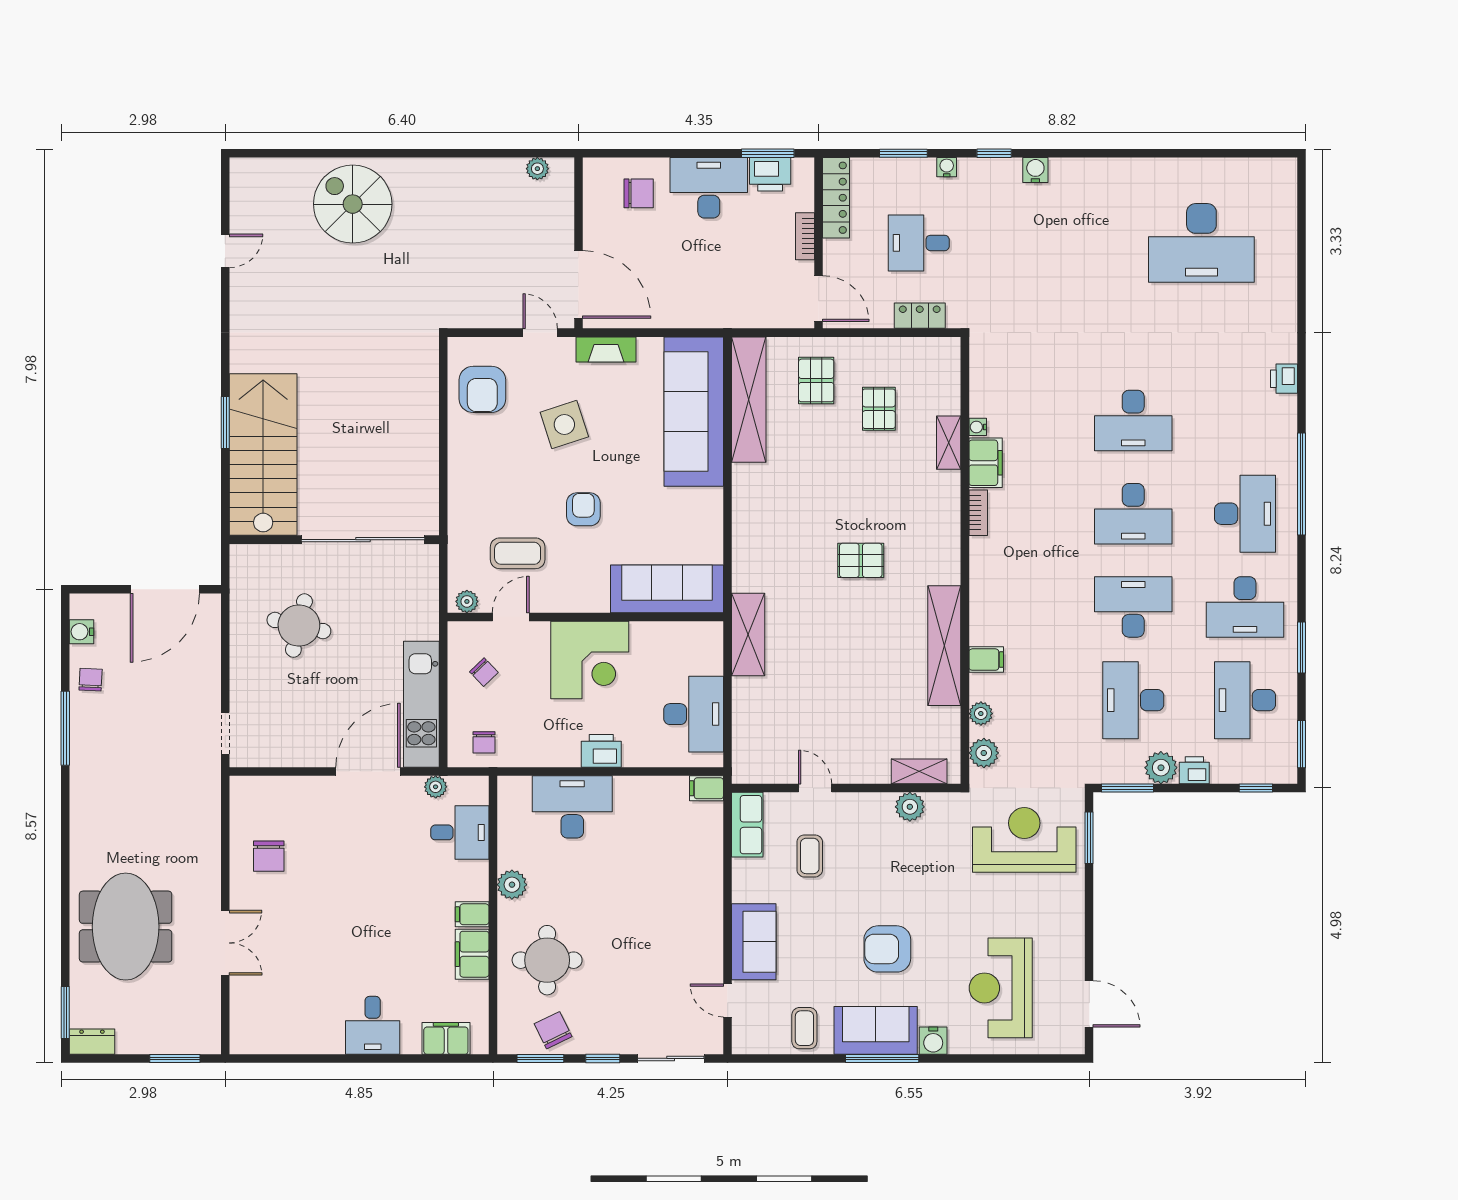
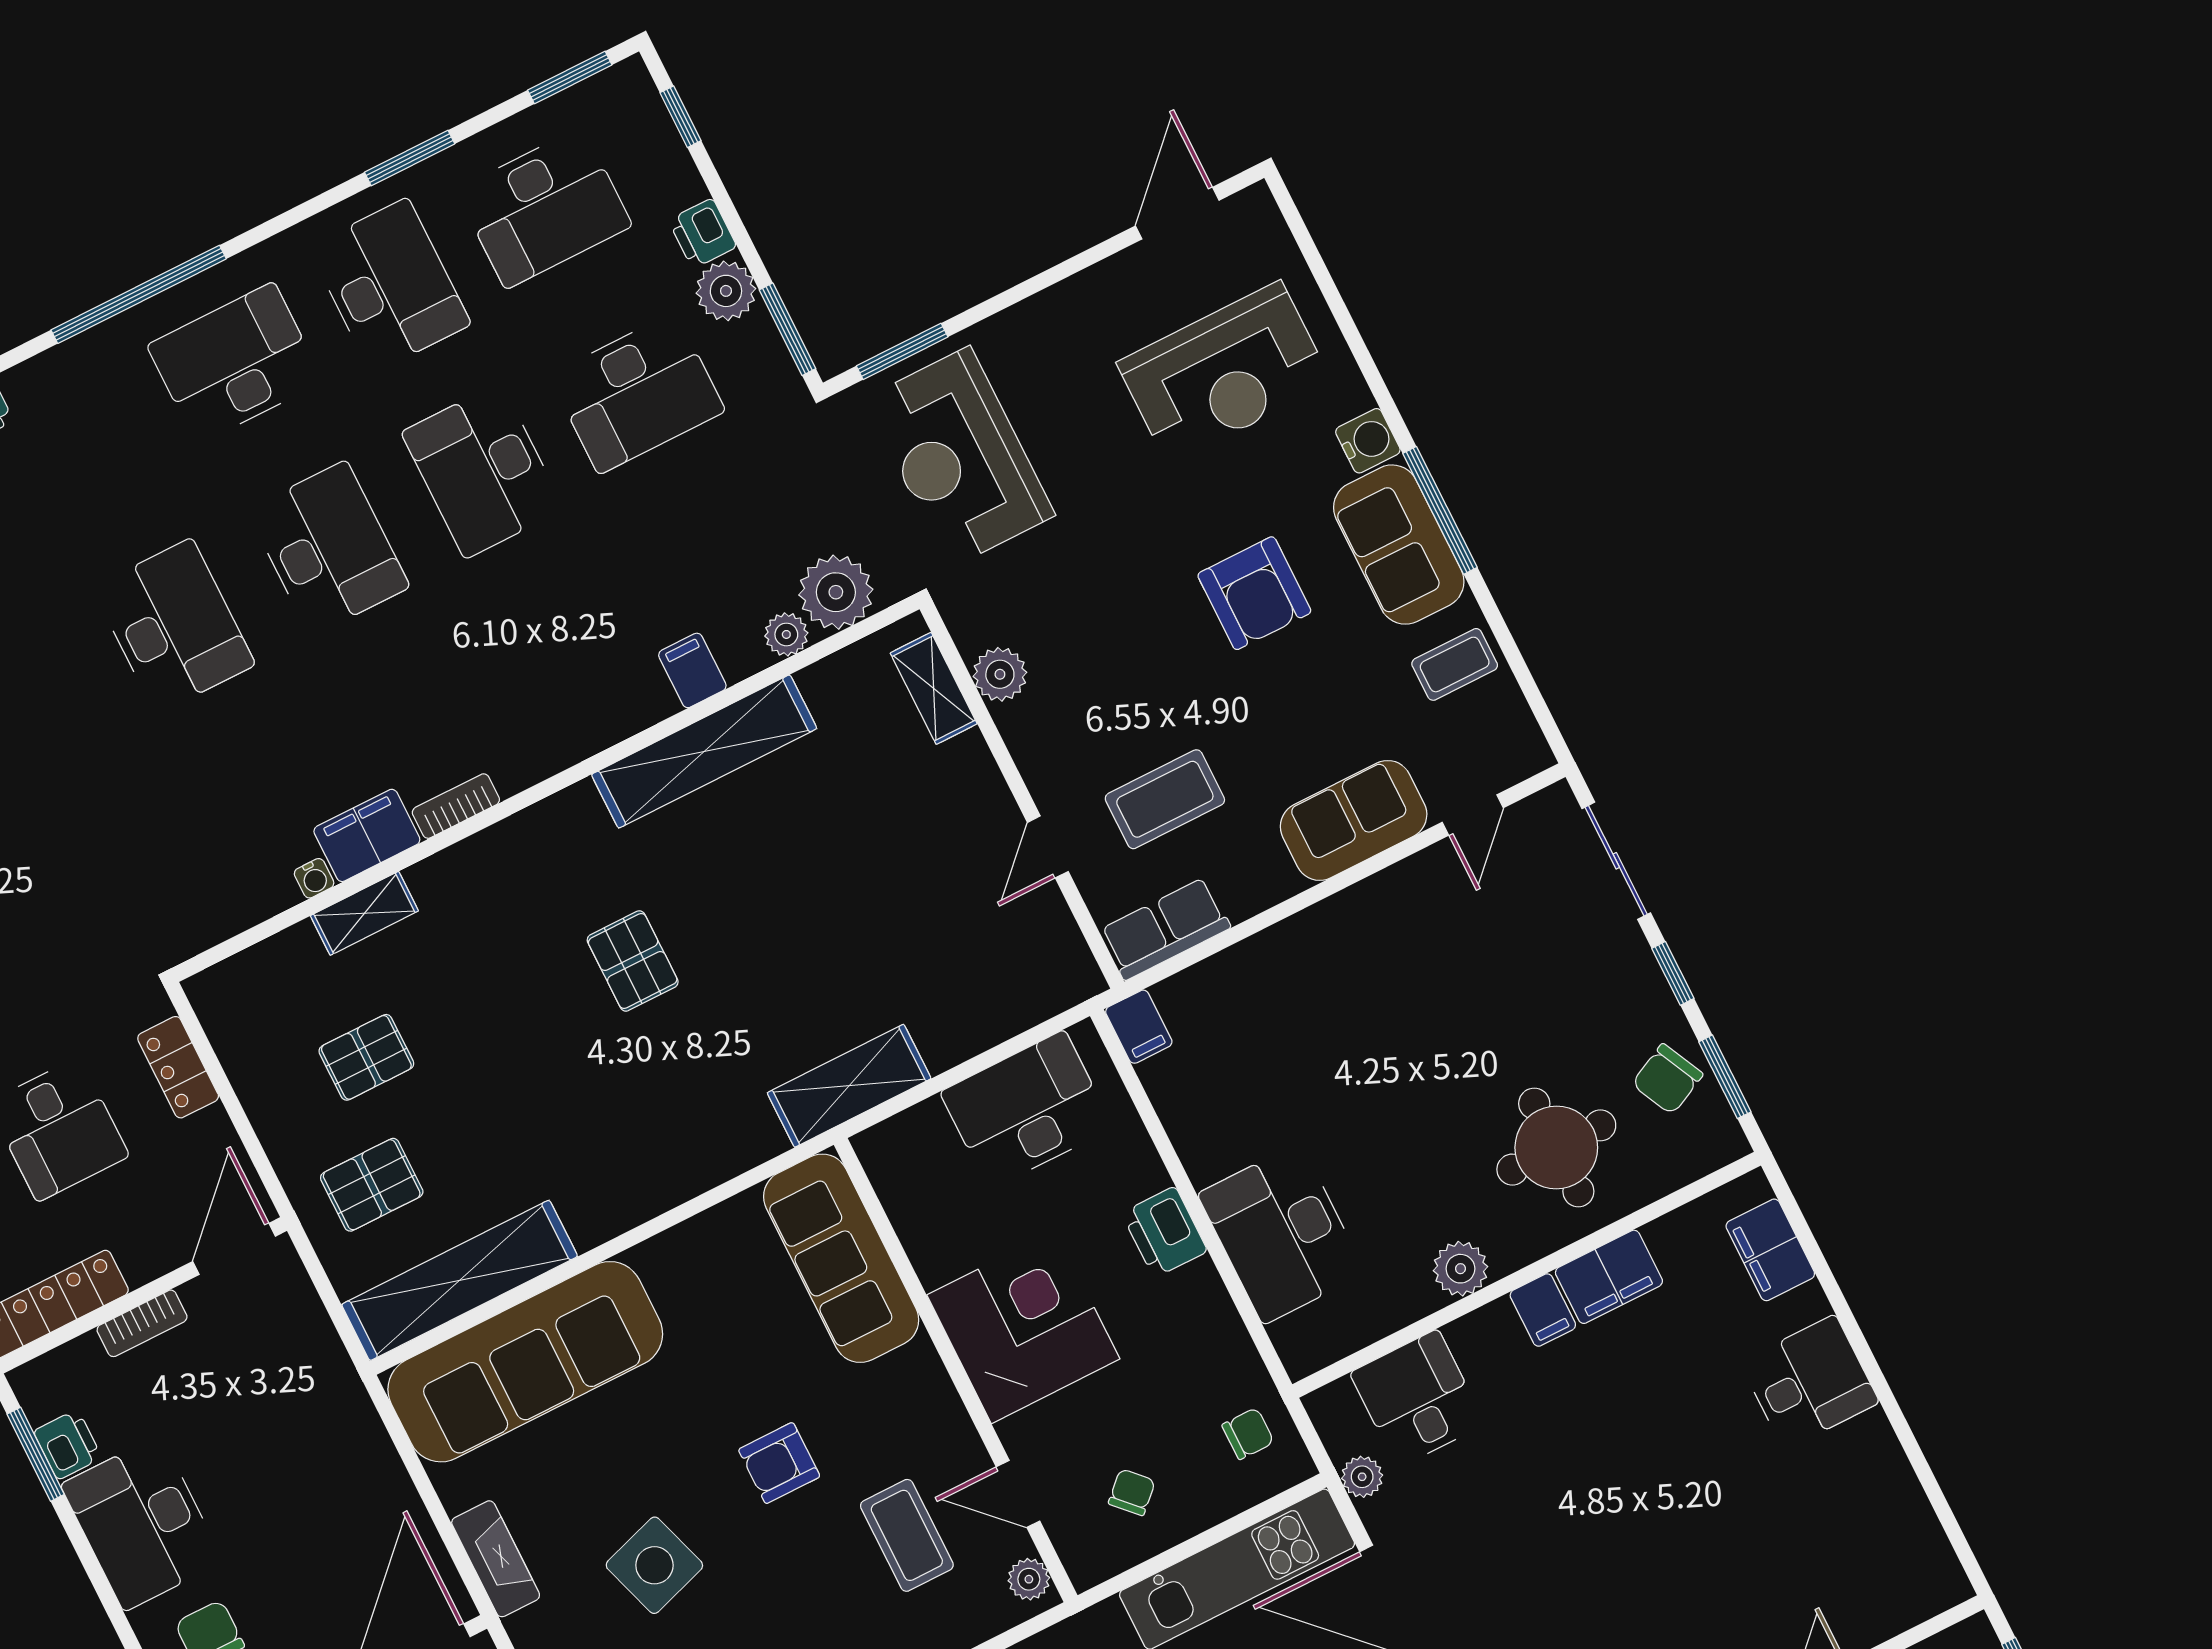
printer: (770, 174) -> (68, 1445), width x0.73, depth x0.81
plant: (984, 753) -> (836, 592), width x1.36, depth x1.36
coffee table: (810, 856) -> (1165, 799), width x1.36, depth x1.30

